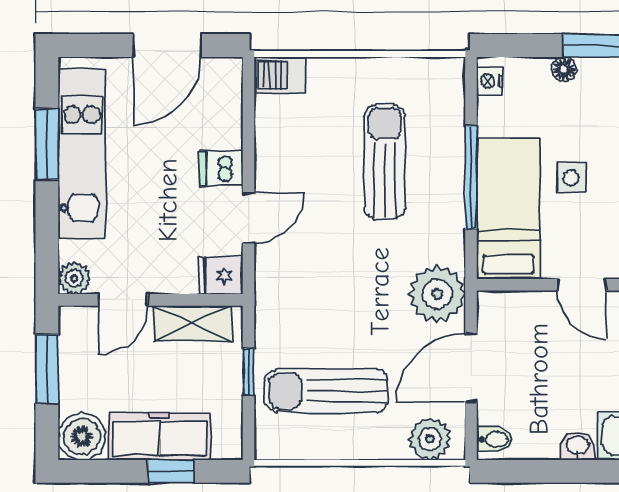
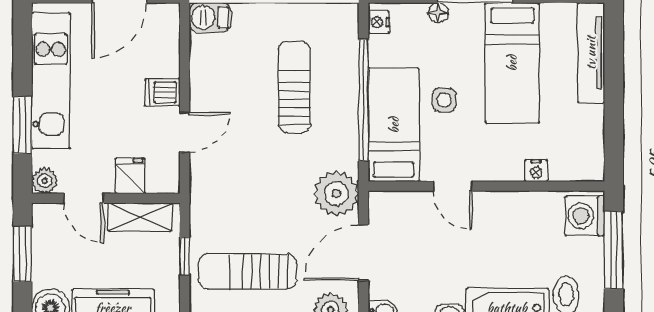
window: (47, 144) -> (22, 125), moved
window: (471, 178) -> (364, 100), width x1.46
fridge: (221, 276) -> (130, 176), moved, turned 90
door: (123, 300) -> (84, 198), hinge flipped

